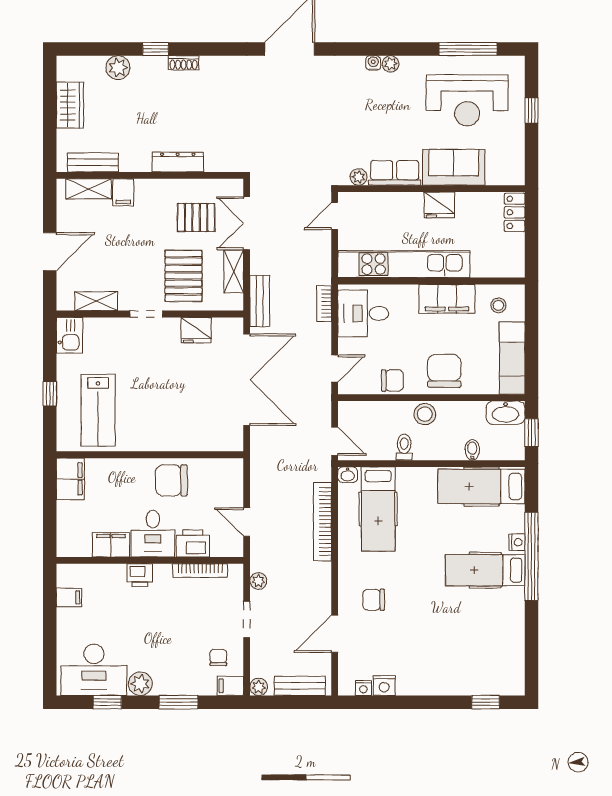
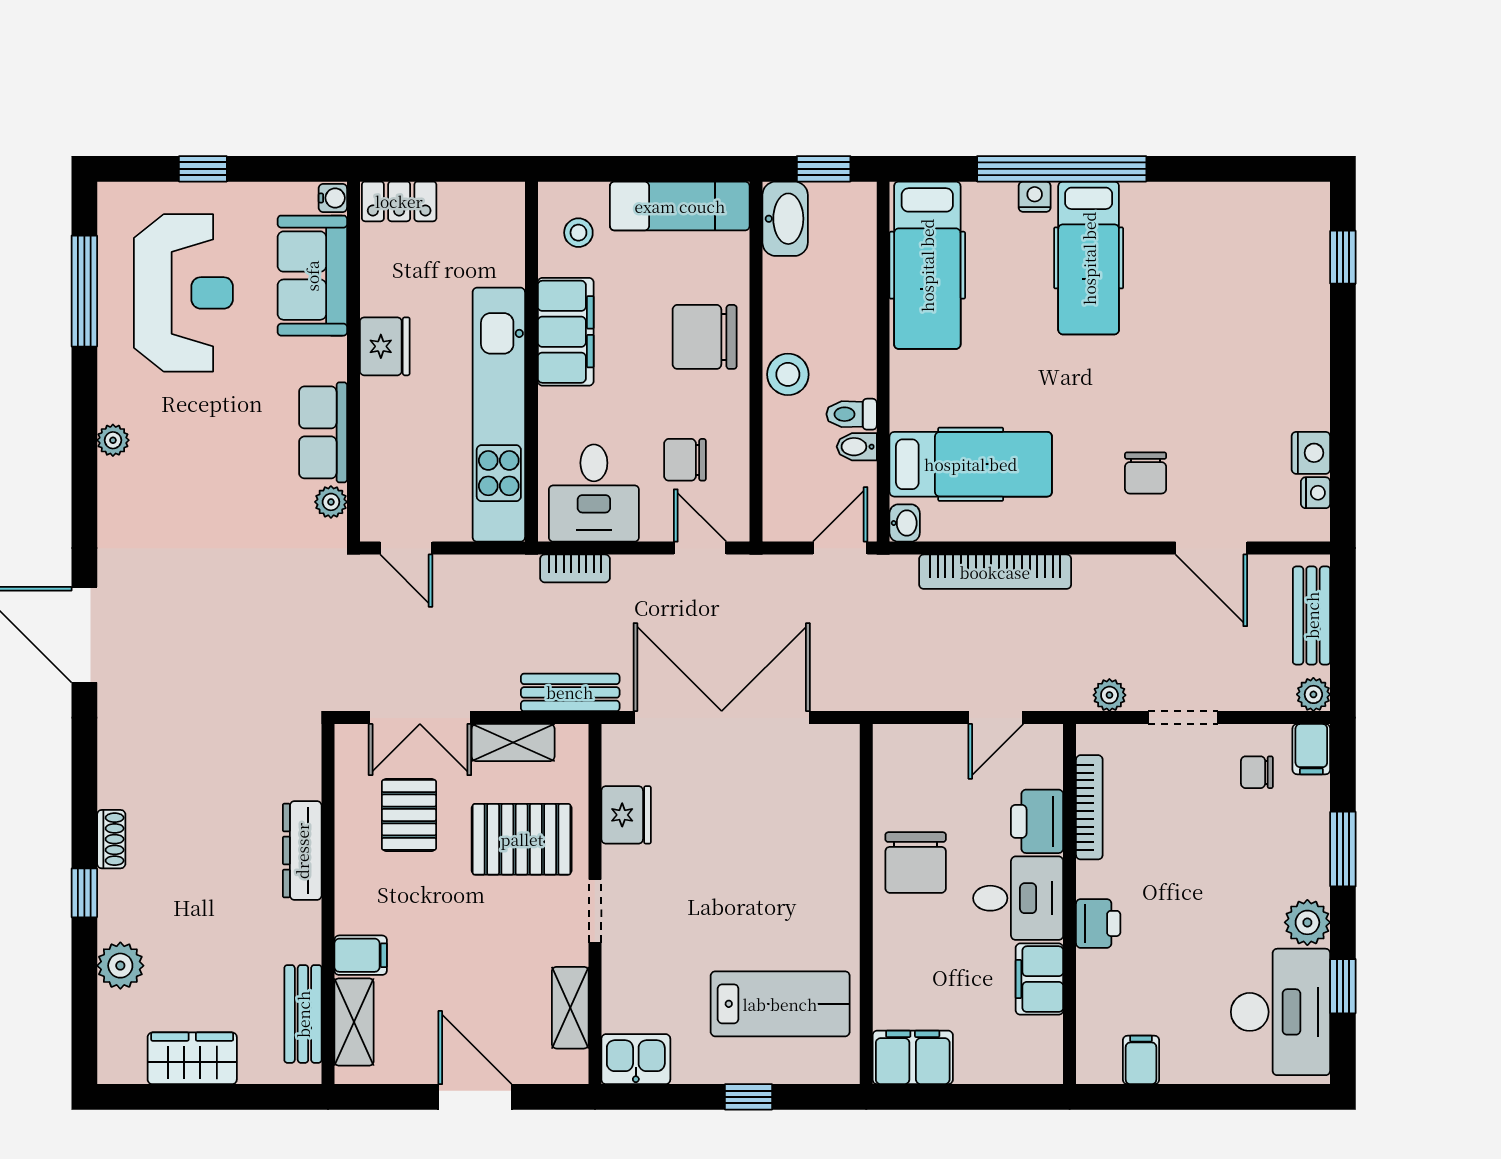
water cooler: (373, 63) -> (333, 198), moved, turned 180
sofa: (454, 167) -> (312, 276), moved
chair: (392, 381) -> (685, 460), moved, turned -90
bidet: (472, 450) -> (857, 447), moved

